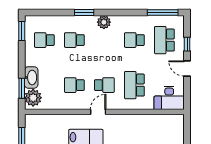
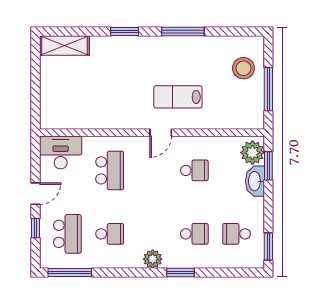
school desk: (44, 40) -> (237, 234), turned 180
door: (187, 69) -> (35, 194), hinge flipped
school desk: (104, 85) -> (152, 170), removed

